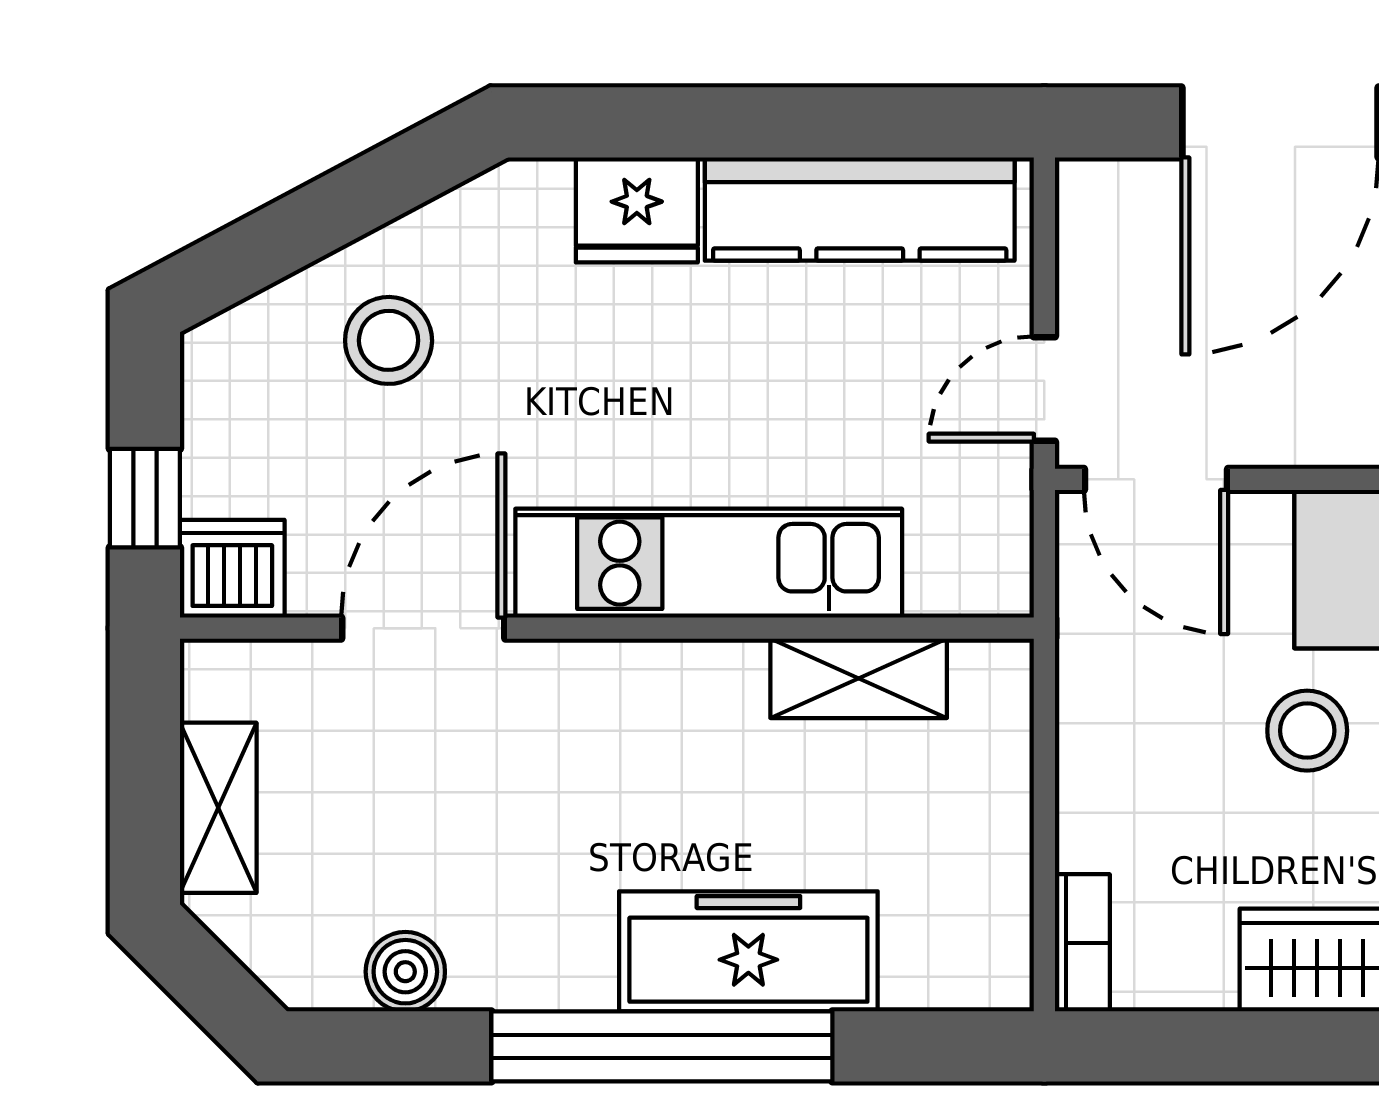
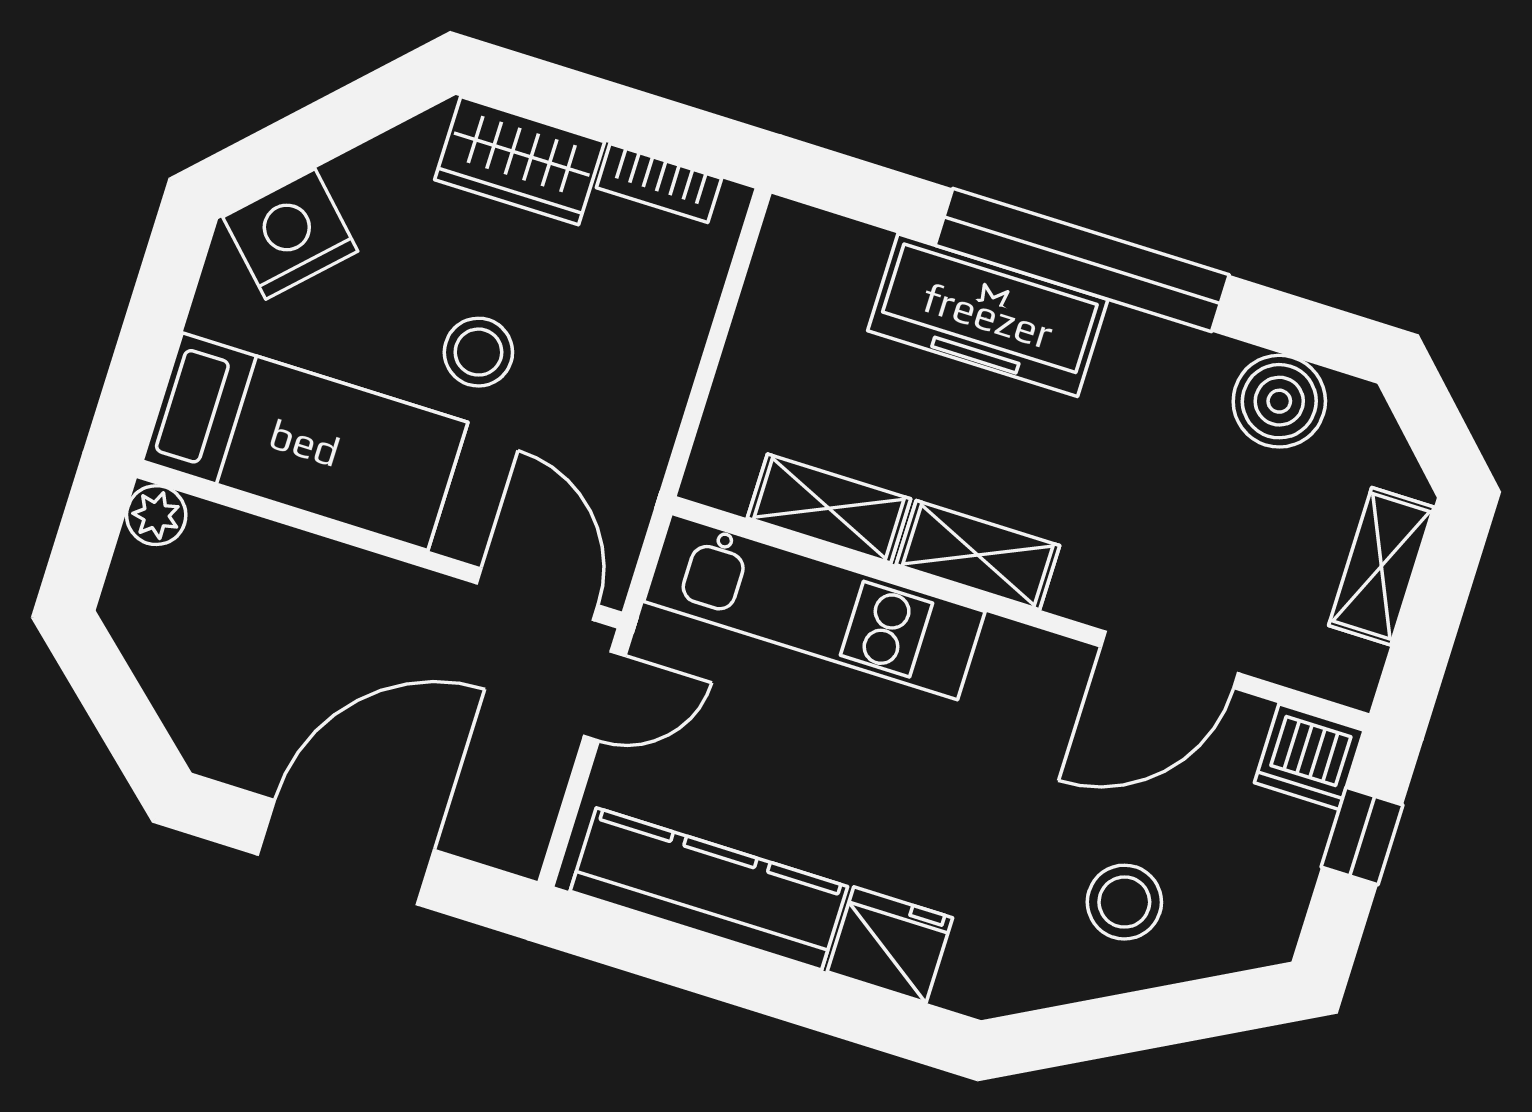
kitchen unit: (709, 563) -> (814, 607), moved
shelving: (675, 678) -> (978, 555), added
bookcase: (1082, 943) -> (659, 183), moved, turned -90
boiler: (405, 972) -> (1279, 401), width x1.36, depth x1.36

